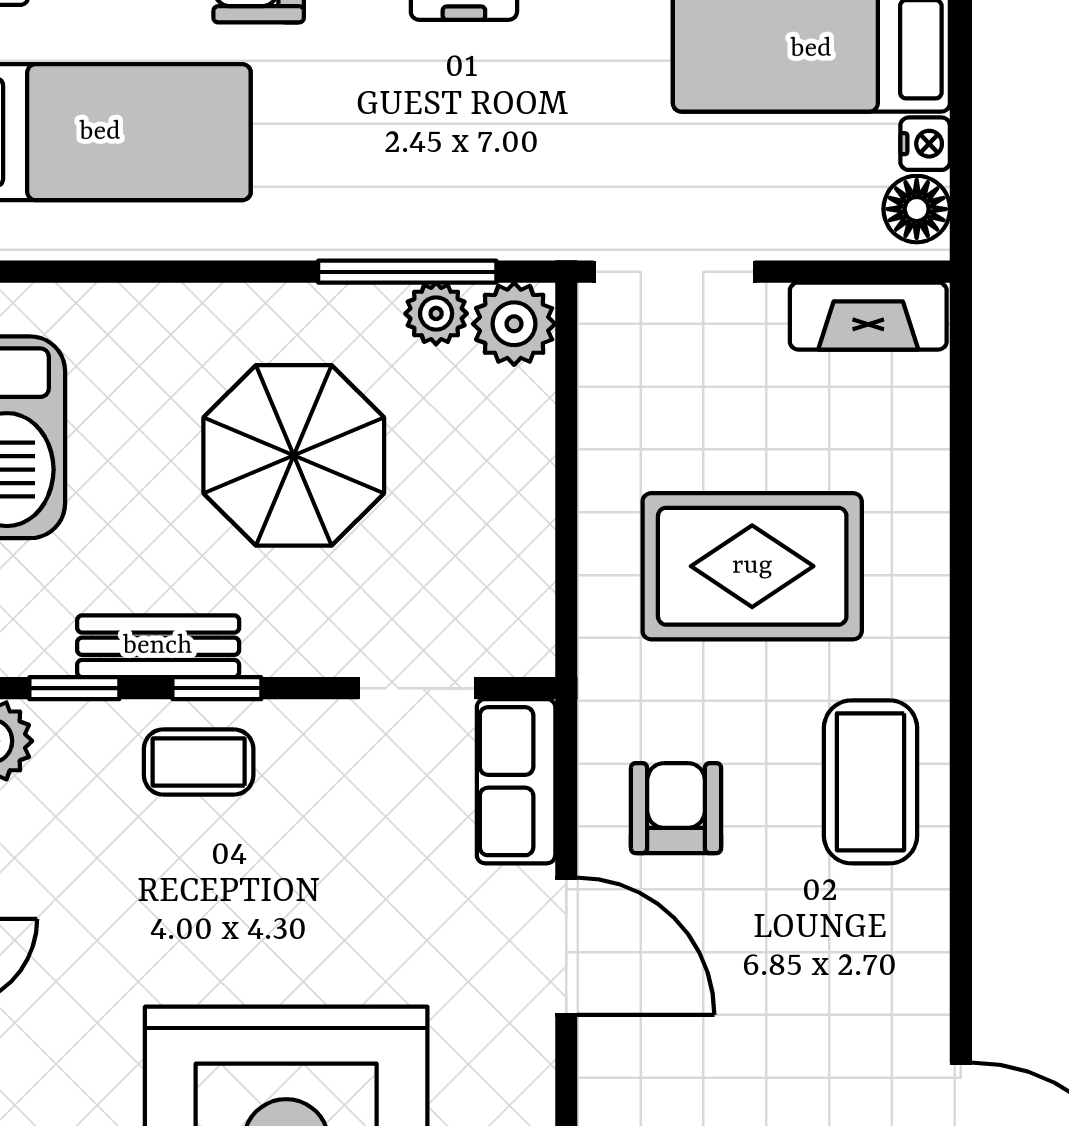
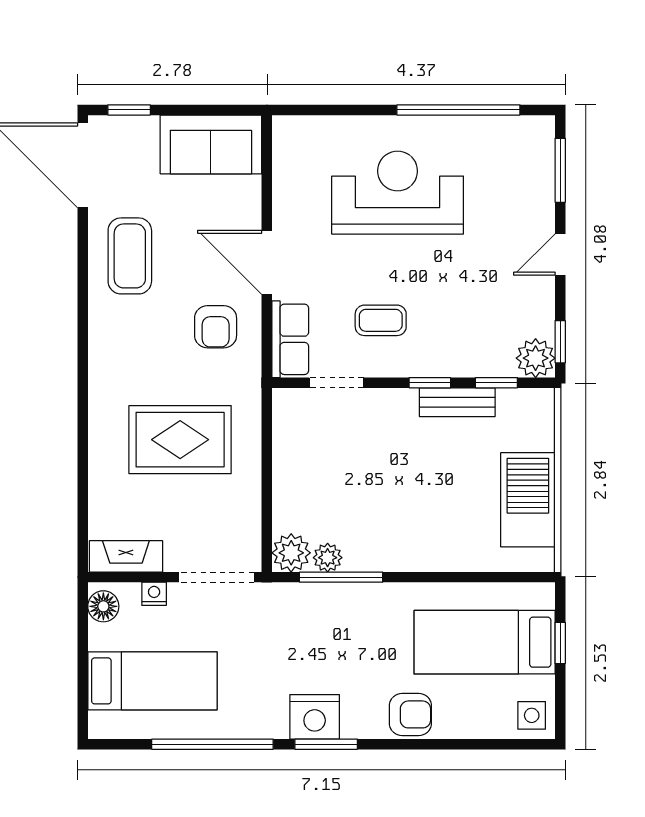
nightstand: (925, 144) -> (154, 594), moved, turned 90
parasol: (294, 455) -> (394, 491), removed
coffee table: (199, 762) -> (381, 320), moved
coffee table: (870, 782) -> (130, 256), moved

